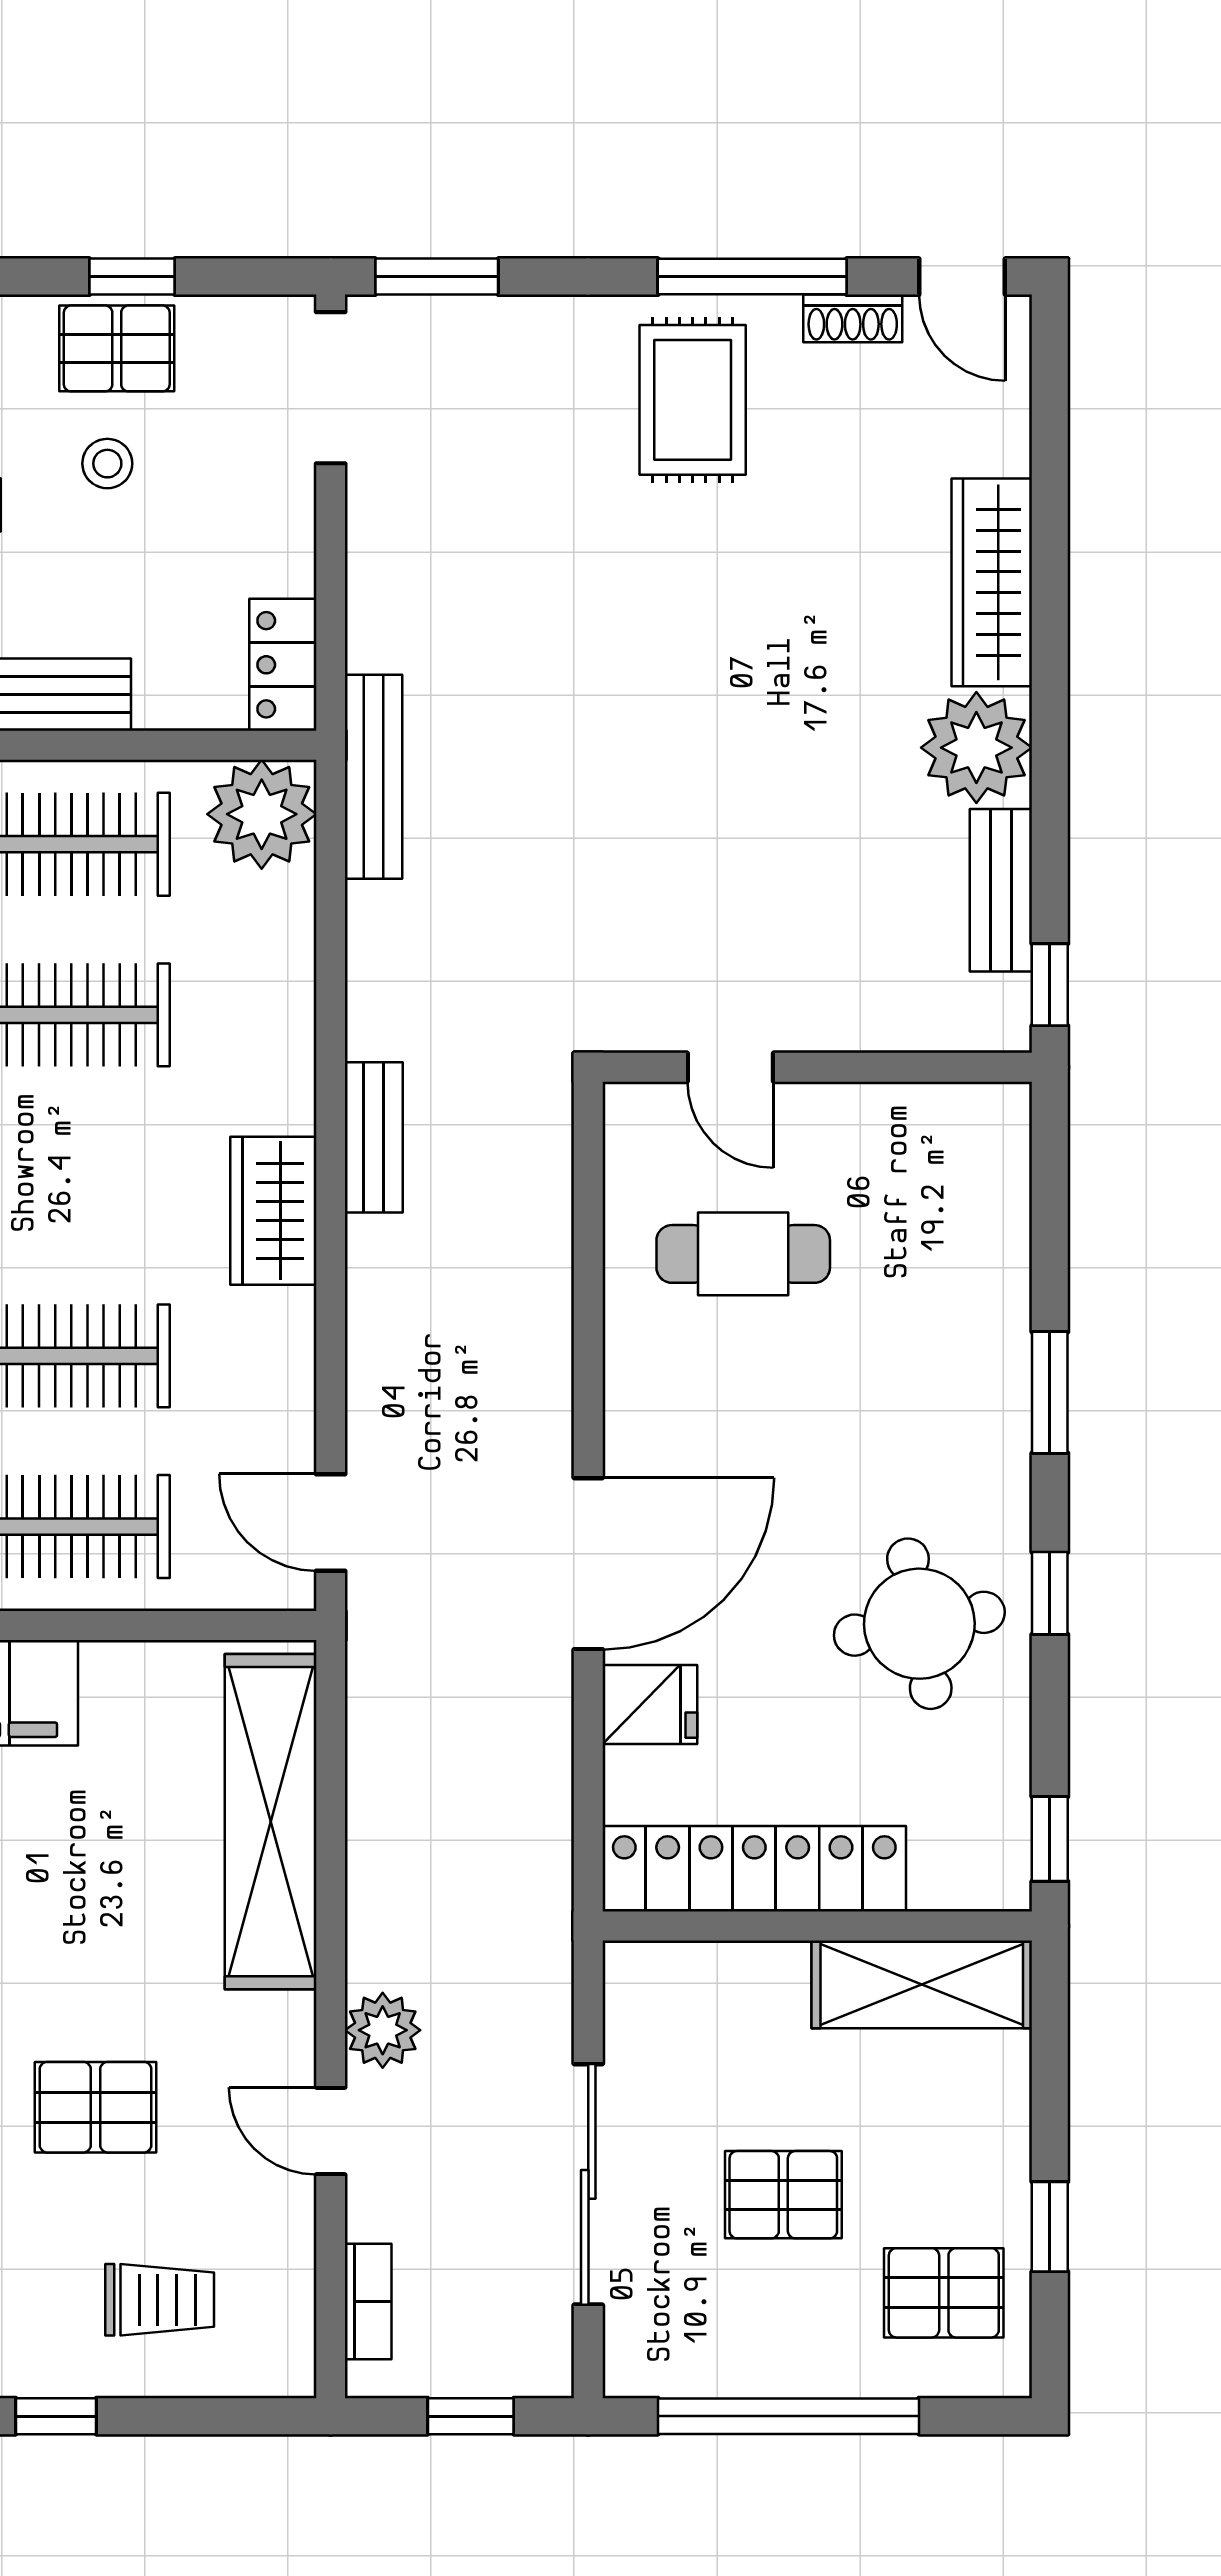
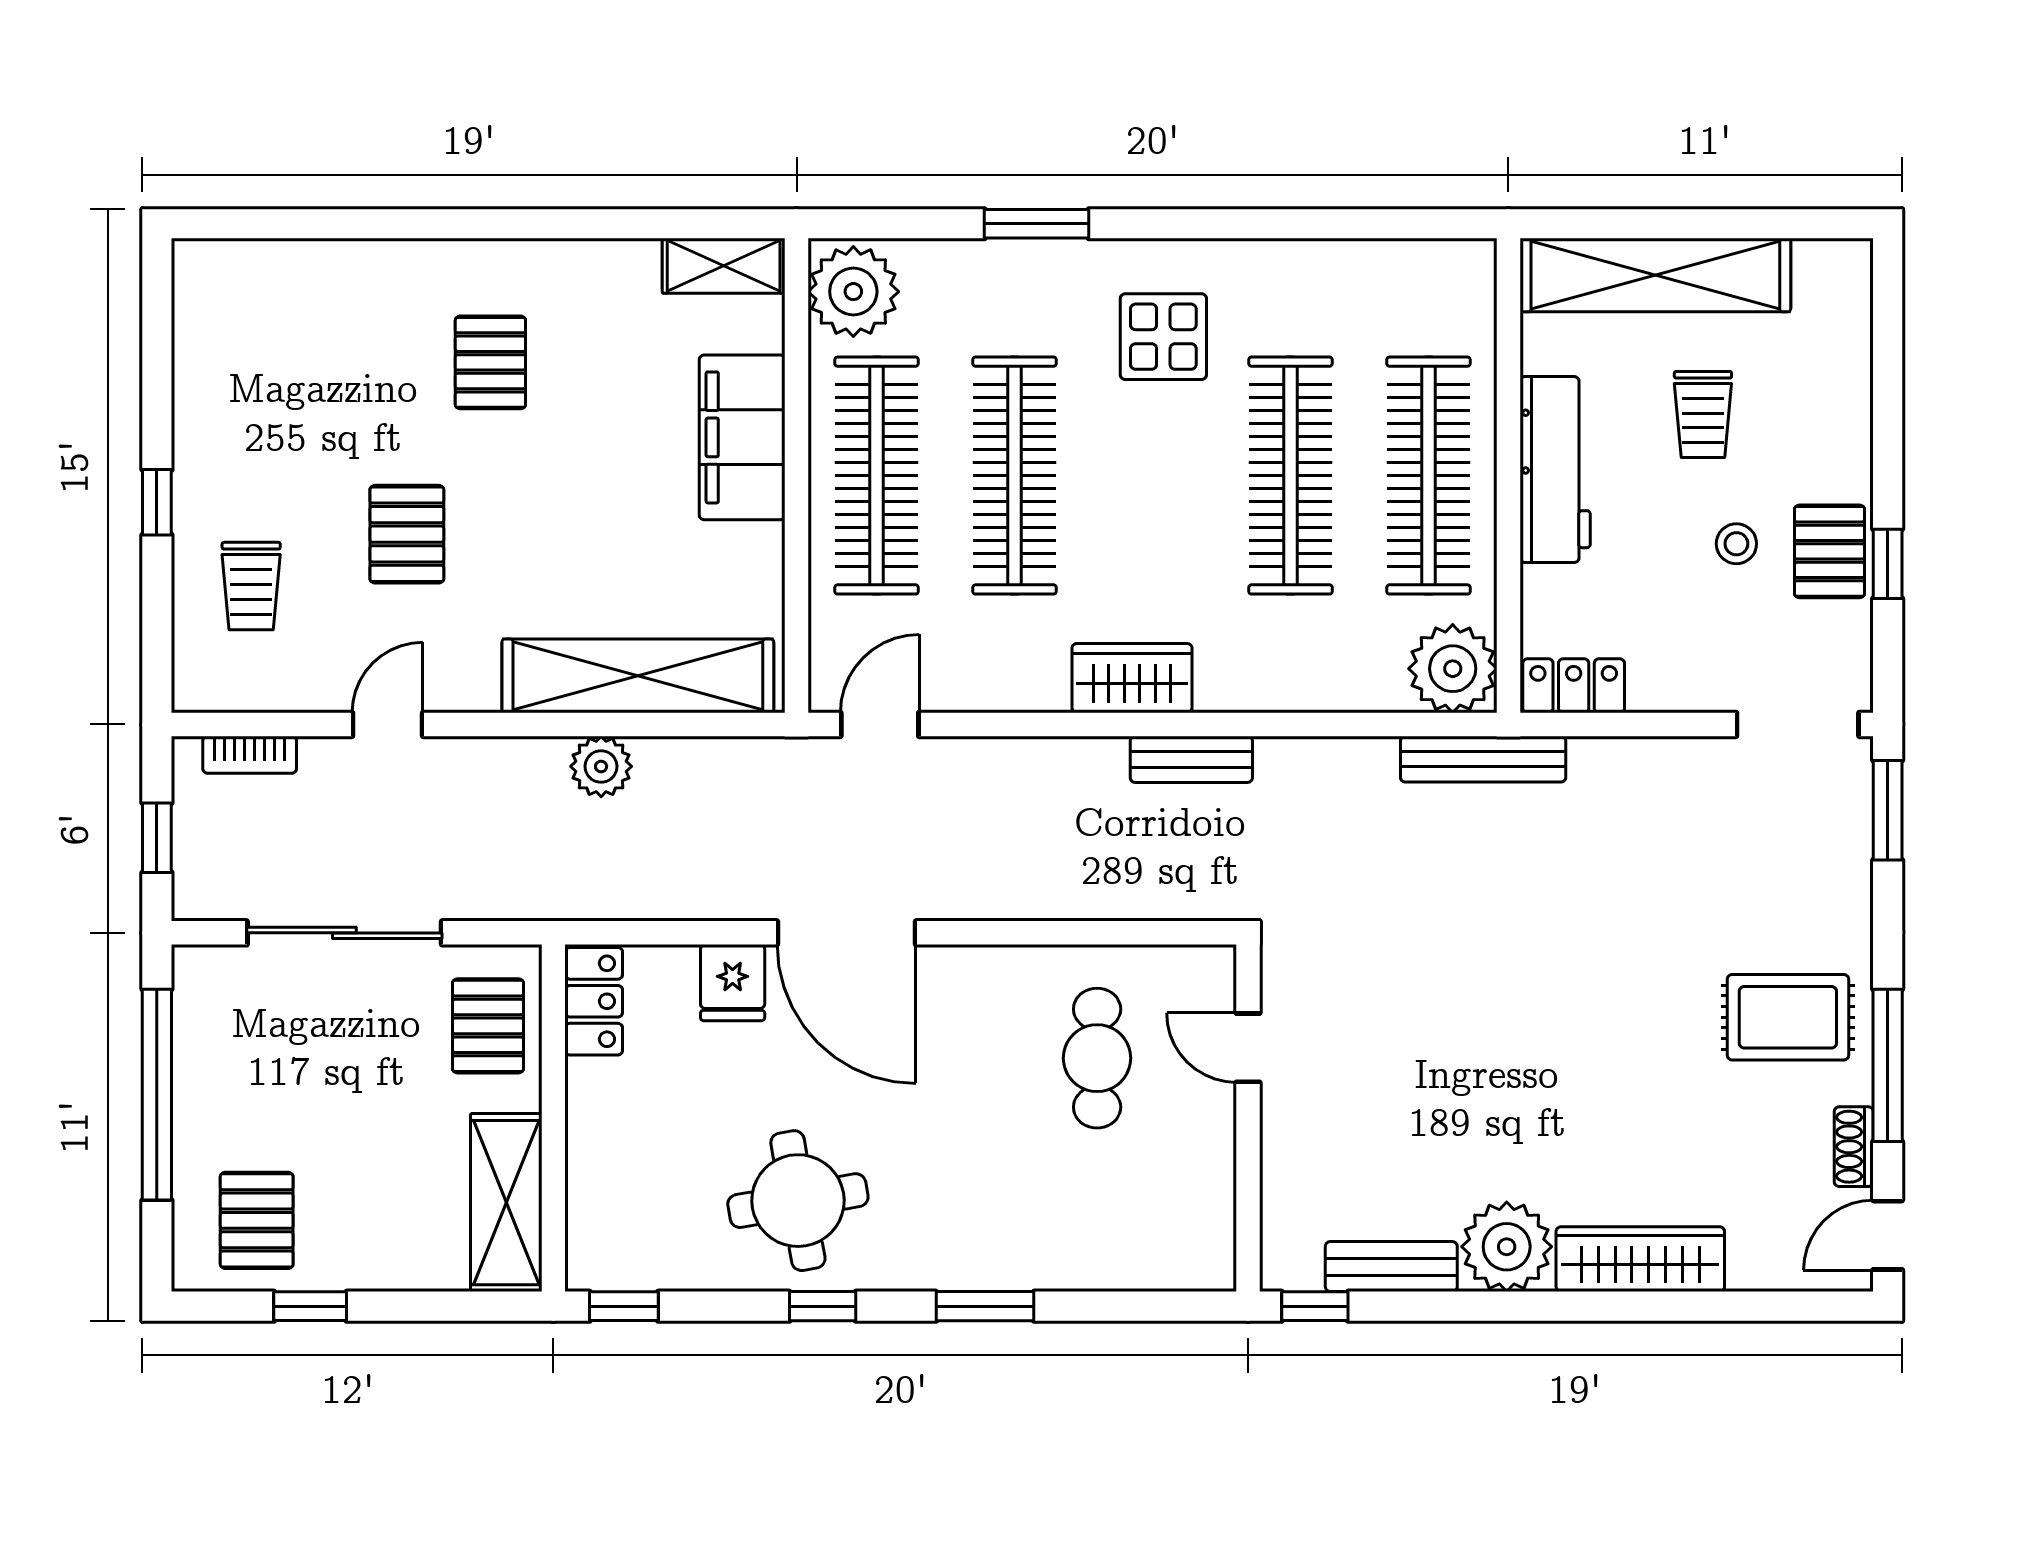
door: (730, 1067) -> (1248, 1048), hinge flipped
locker: (754, 1869) -> (594, 1001), width x0.46, depth x0.83
plant: (383, 2030) -> (601, 766), moved
pallet: (783, 2195) -> (488, 1026), moved

